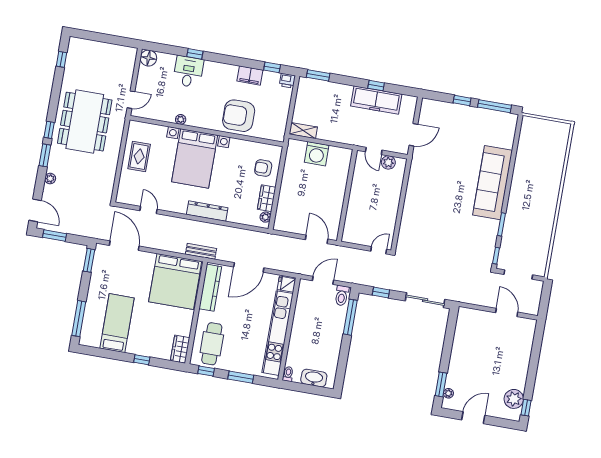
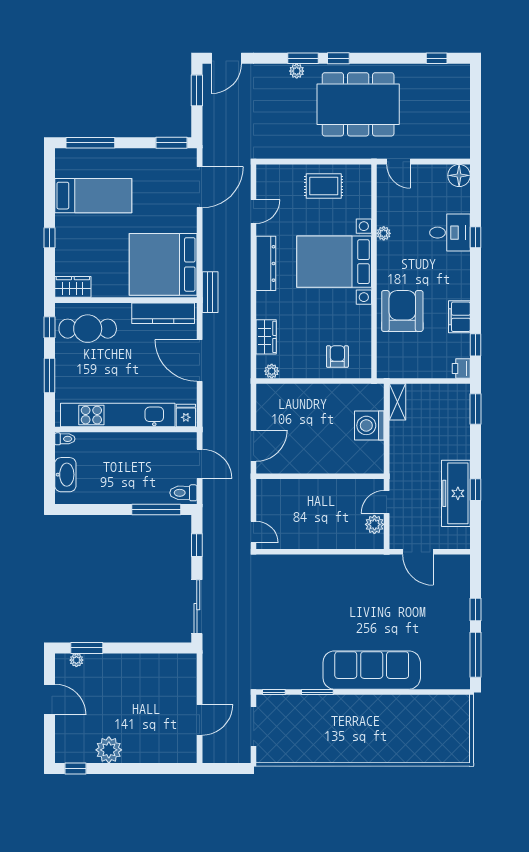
plant: (50, 179) -> (297, 71), moved
wardrobe: (267, 198) -> (266, 337), moved, turned 90
dresser: (207, 211) -> (266, 263), moved
plant: (514, 399) -> (109, 750), moved

